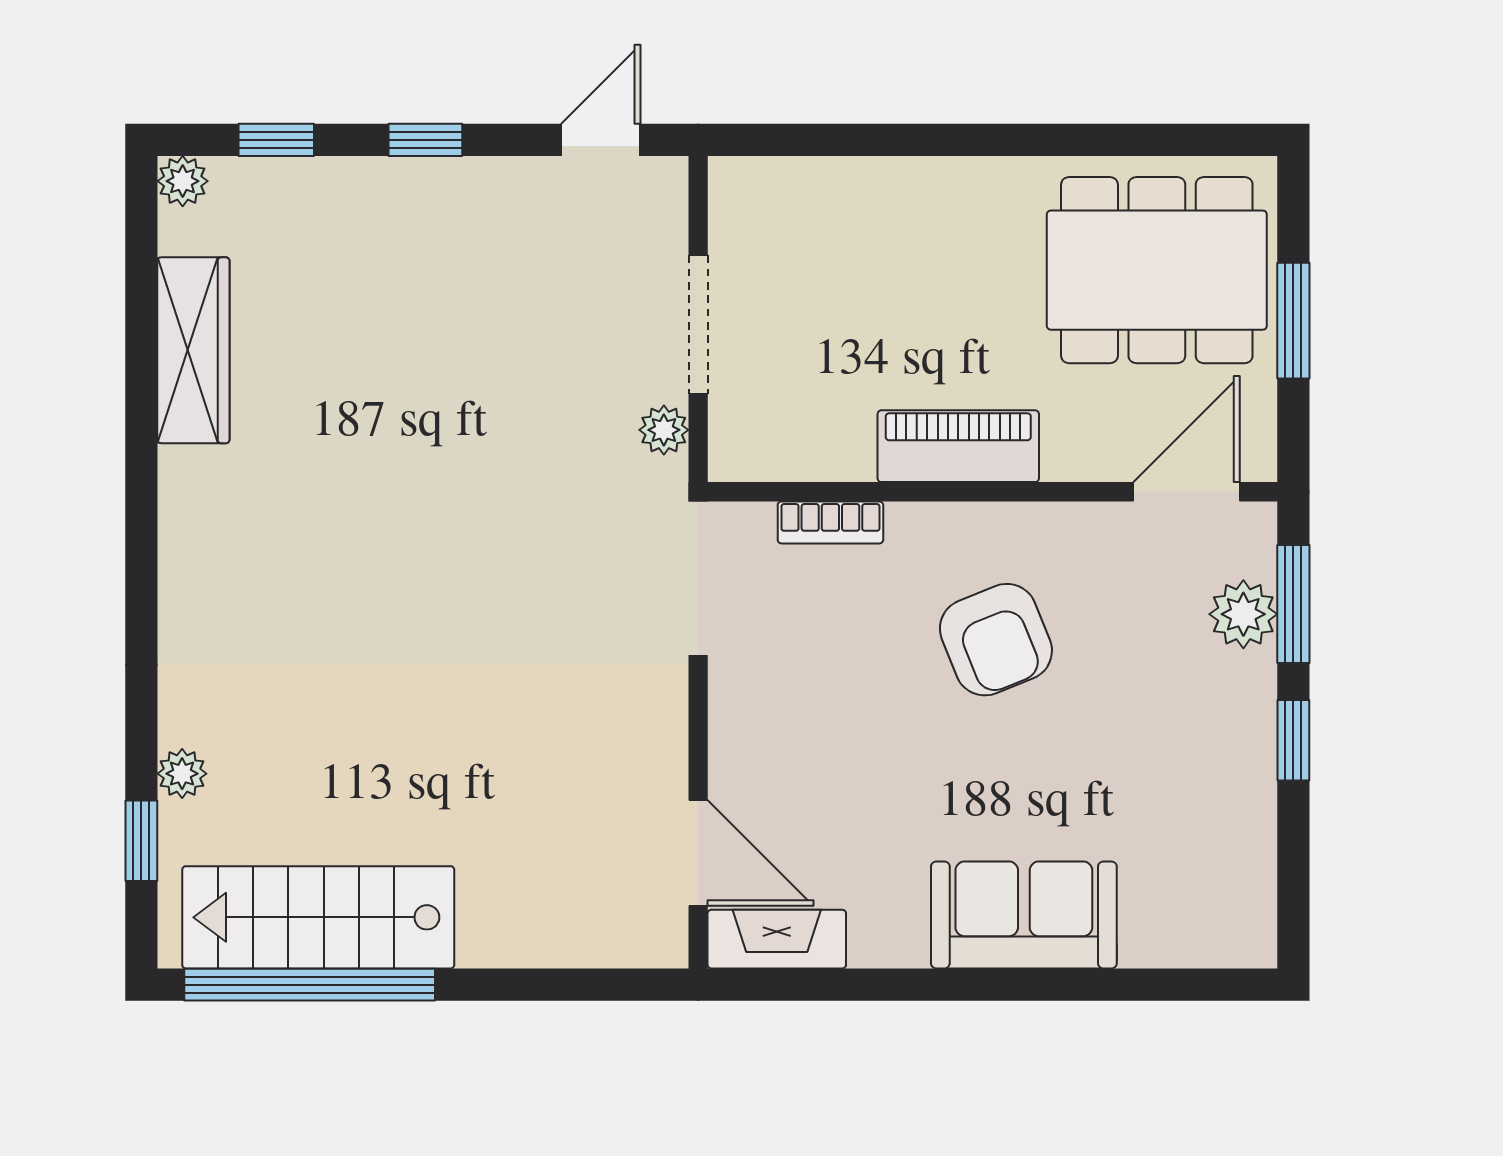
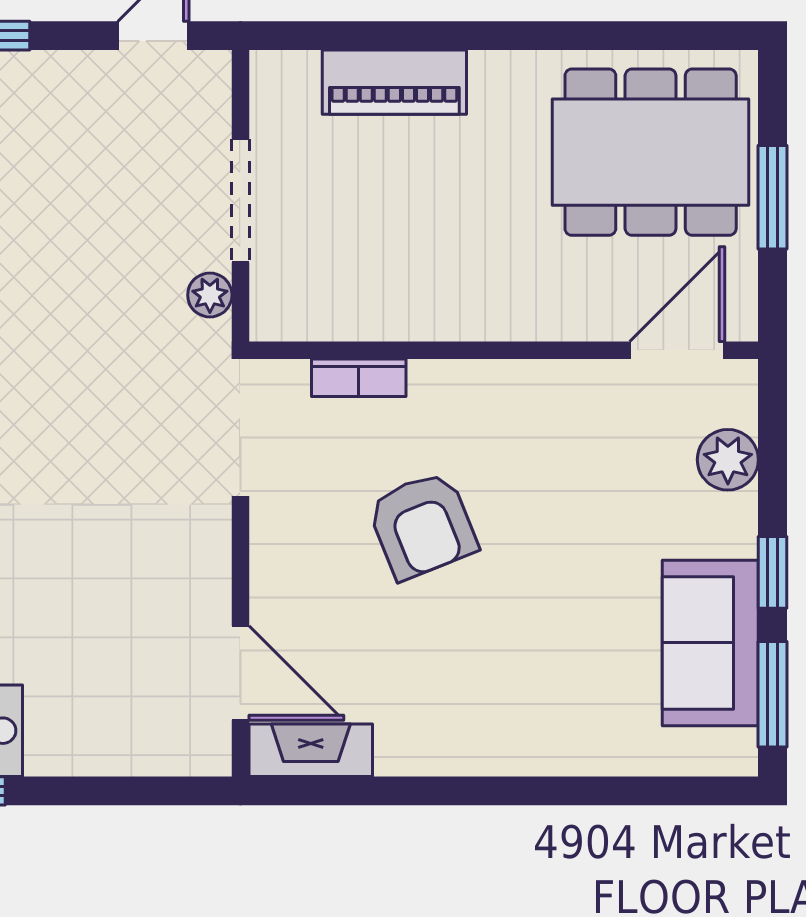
piano: (958, 446) -> (394, 82), moved, turned 180
window: (1293, 604) -> (773, 694), moved
armchair: (996, 640) -> (422, 525), moved
sofa: (1024, 915) -> (710, 643), moved, turned -90

